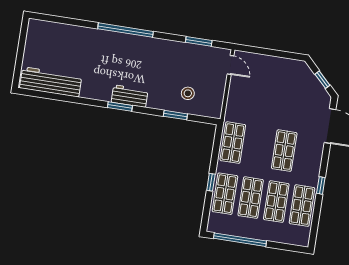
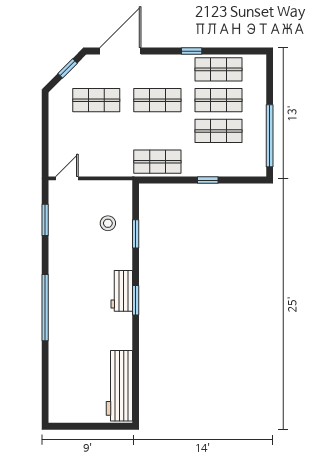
shop shelf: (225, 194) -> (96, 100), moved

